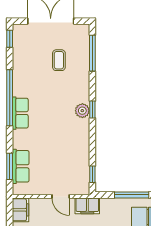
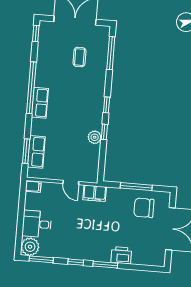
plant: (82, 111) -> (95, 137), moved
window: (92, 174) -> (104, 132), moved
filing cabinet: (20, 210) -> (33, 186), width x0.50

